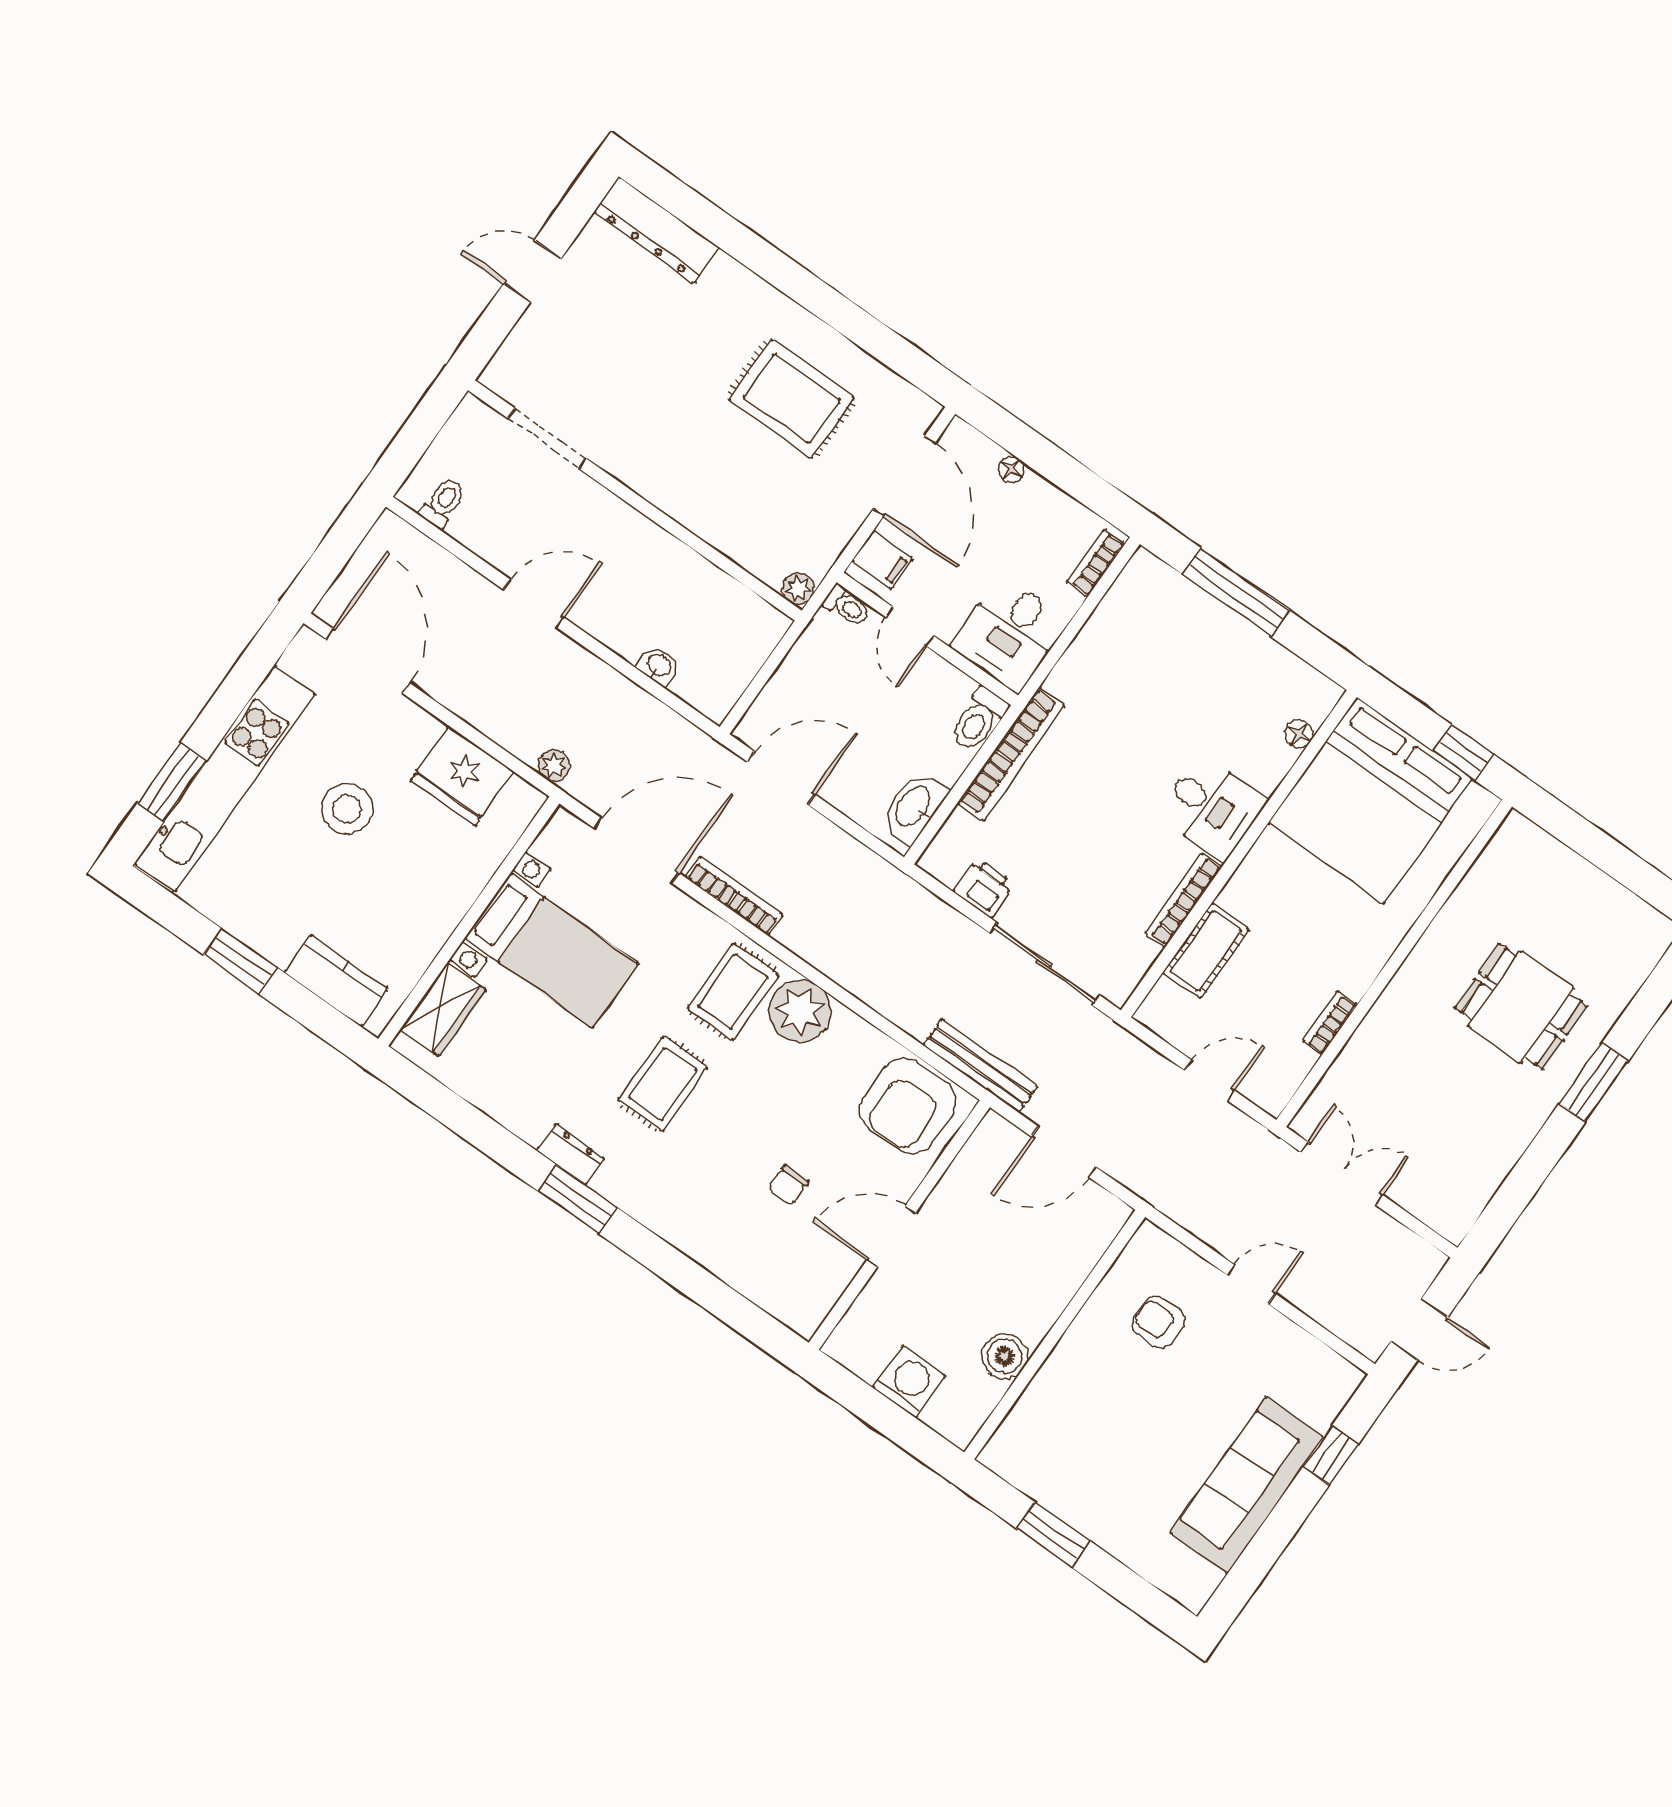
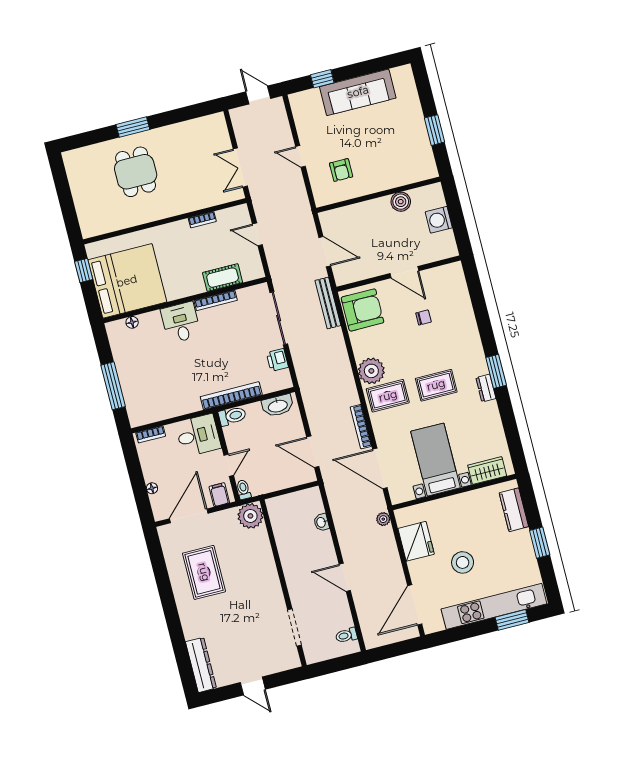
plant: (798, 589) -> (250, 516), width x1.88, depth x1.88

